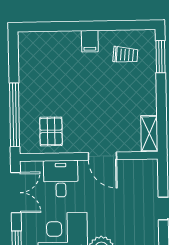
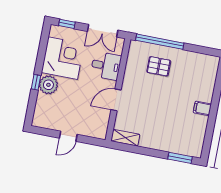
trolley: (125, 55) -> (187, 132), removed
pallet: (51, 131) -> (159, 66), moved

